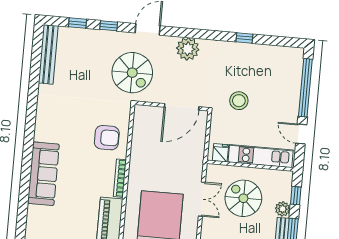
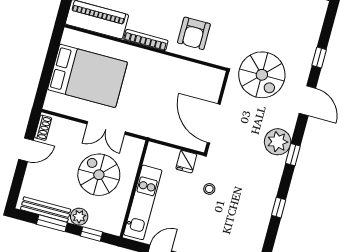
window: (77, 23) -> (293, 155), moved
spiral stairs: (132, 73) -> (262, 75), turned -90
stool: (239, 101) -> (209, 189), width x0.53, depth x0.53
fridge: (220, 153) -> (186, 162), moved, turned 90
spiral stairs: (243, 198) -> (99, 175), turned -90

